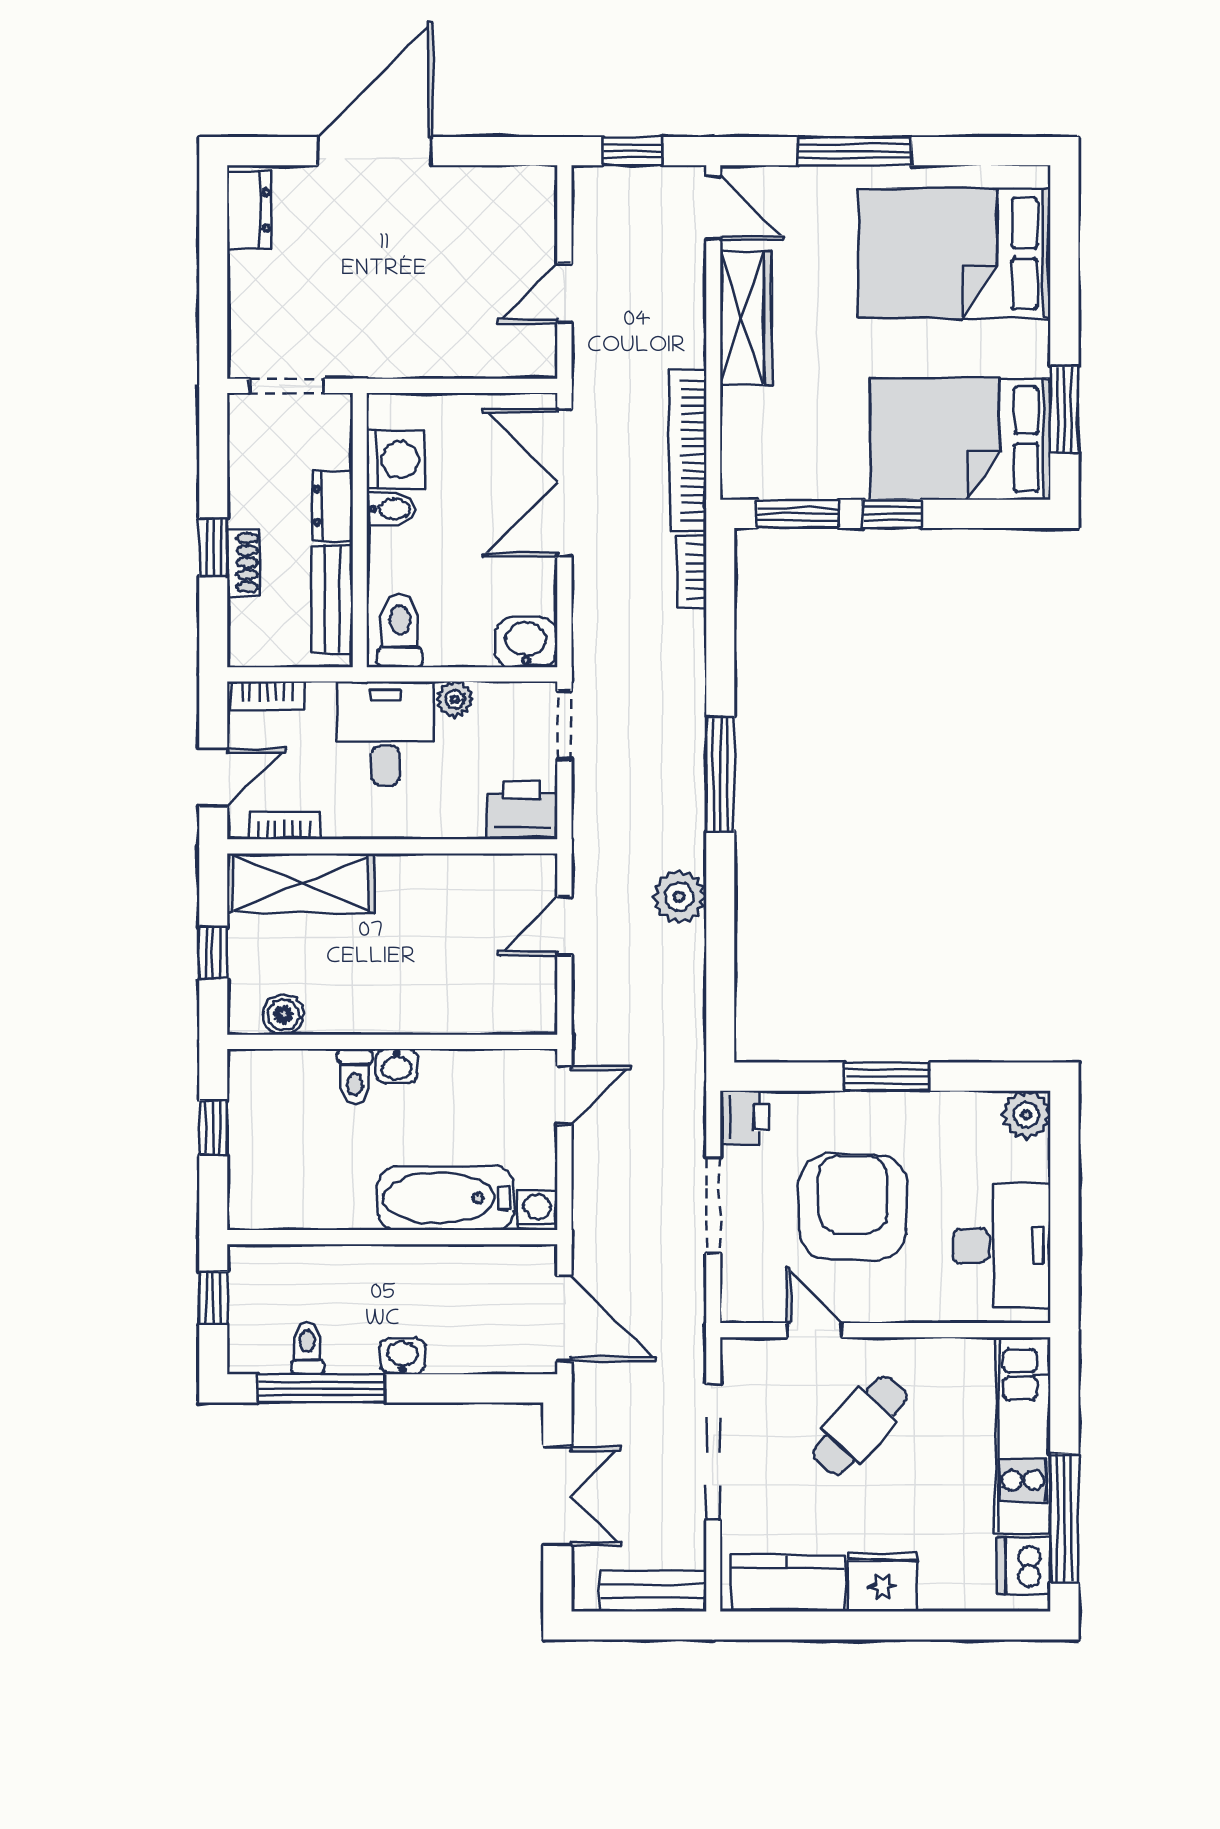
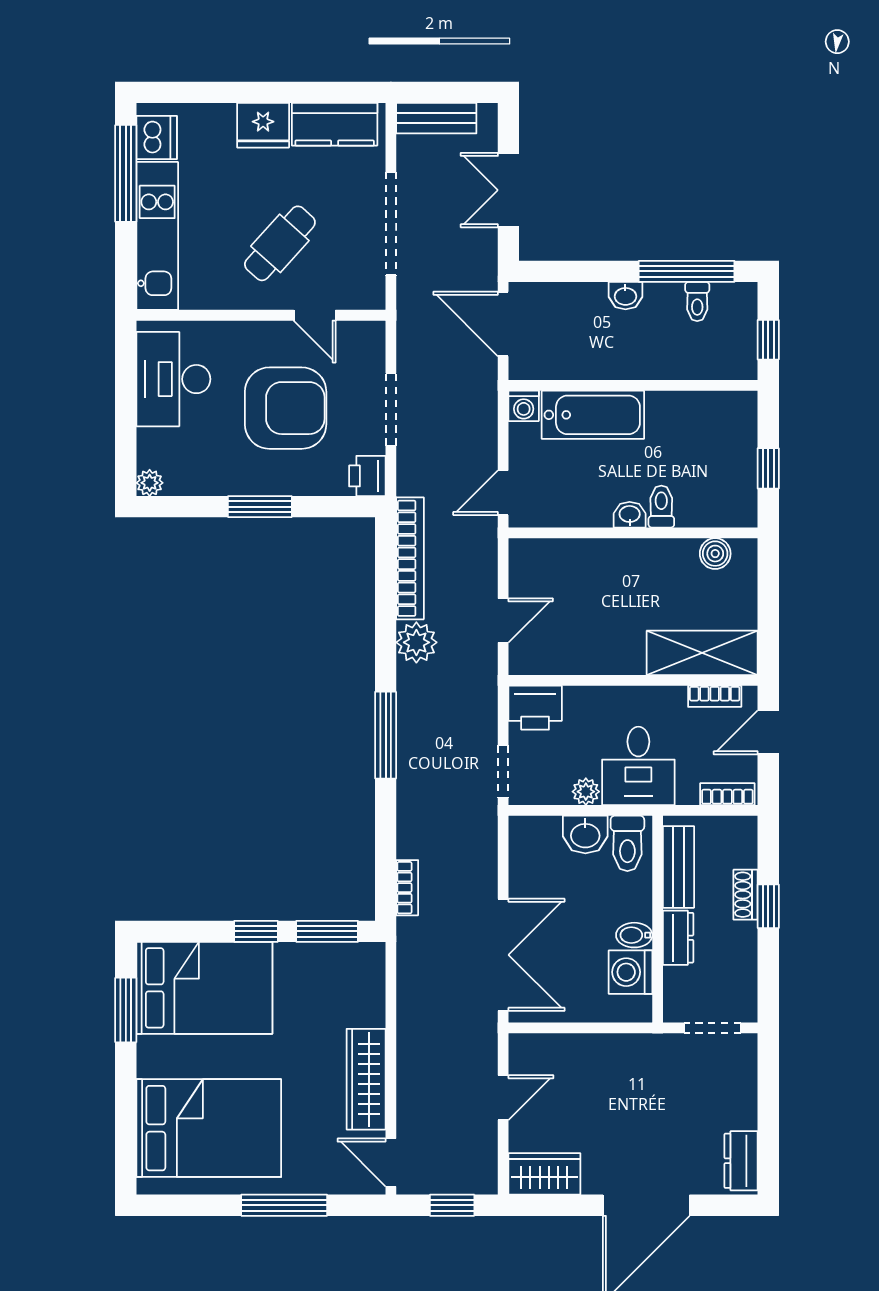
wardrobe: (510, 193) -> (544, 1174), added
bookcase: (688, 451) -> (410, 558), moved
washbasin: (526, 642) -> (585, 835), moved
window: (213, 953) -> (768, 600), removed
plant: (1026, 1115) -> (150, 483), width x0.73, depth x0.73
armchair: (853, 1207) -> (286, 408), turned -90

